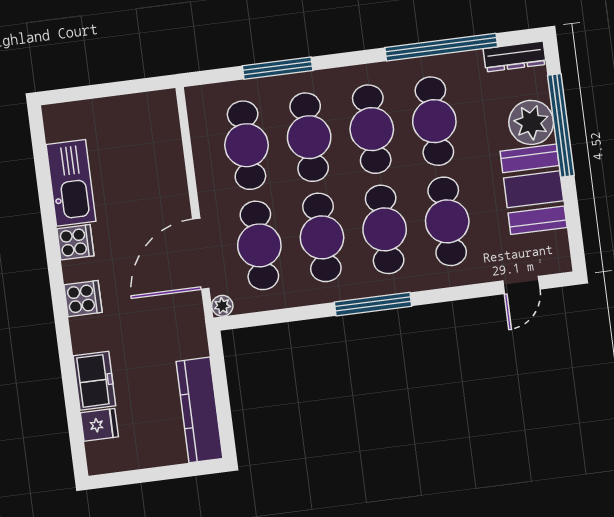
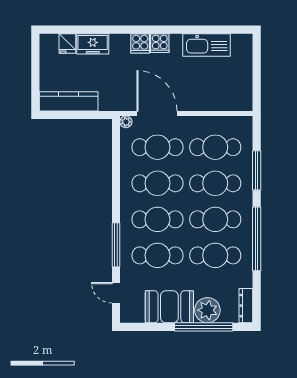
window: (441, 47) -> (257, 239), moved
cooker: (75, 242) -> (160, 43), moved
window: (373, 304) -> (116, 245), moved

